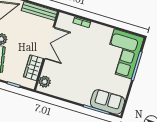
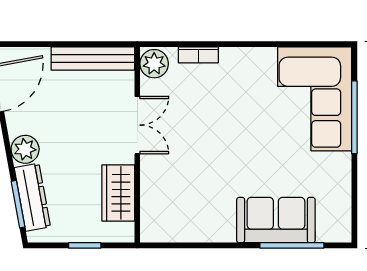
double door: (49, 43) -> (137, 125), width x0.73
plant: (45, 82) -> (154, 64), moved
sofa: (107, 102) -> (276, 220), moved

